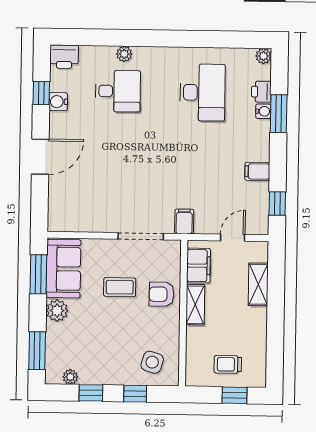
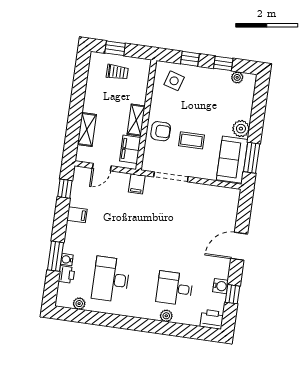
plant: (263, 56) -> (79, 304), moved
window: (37, 351) -> (260, 100), removed

